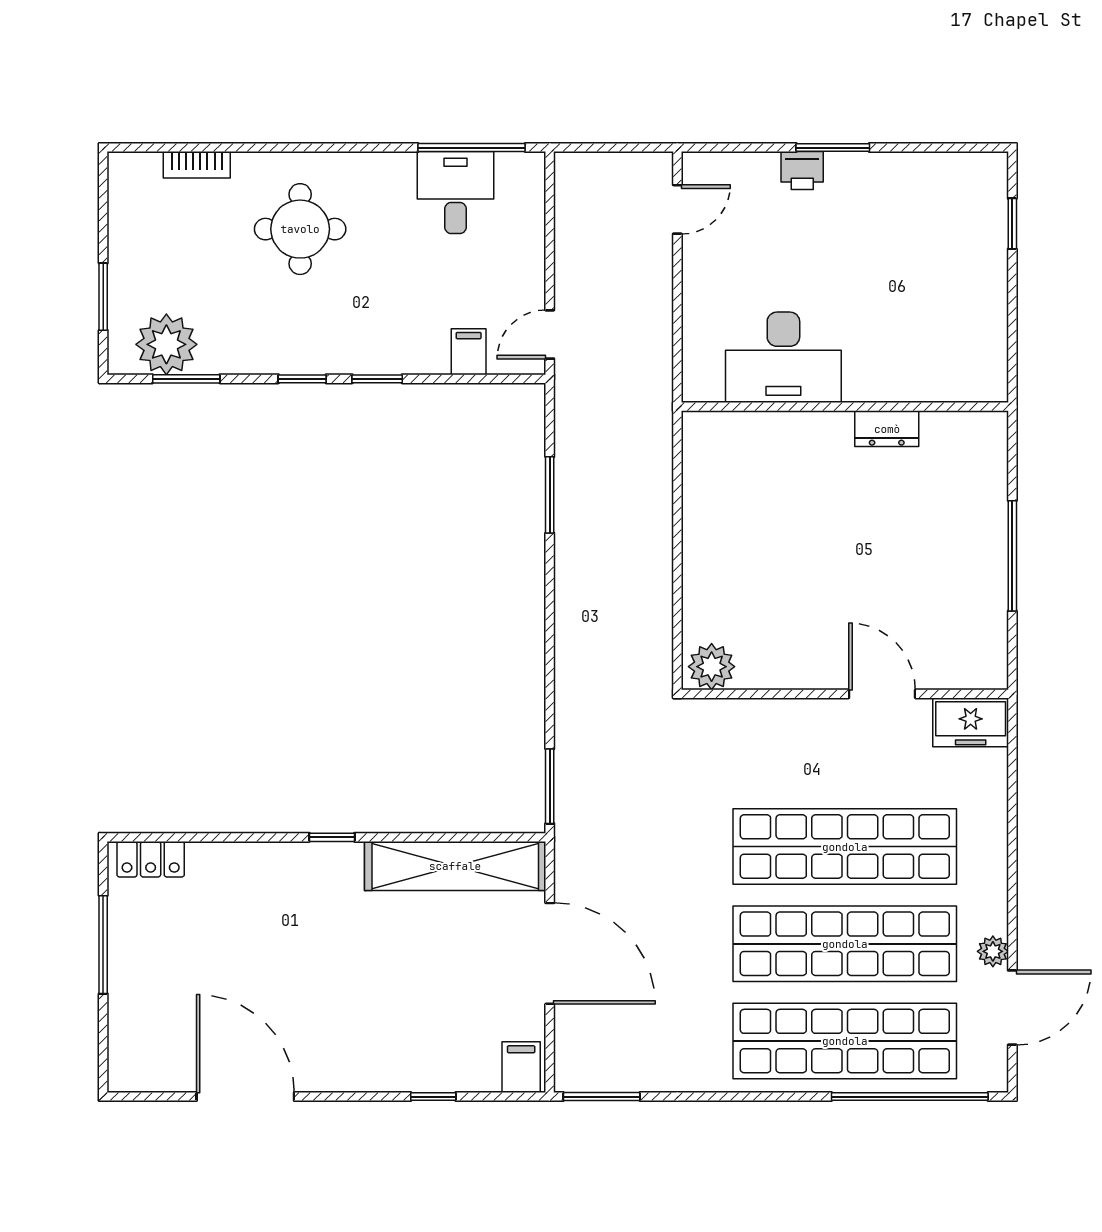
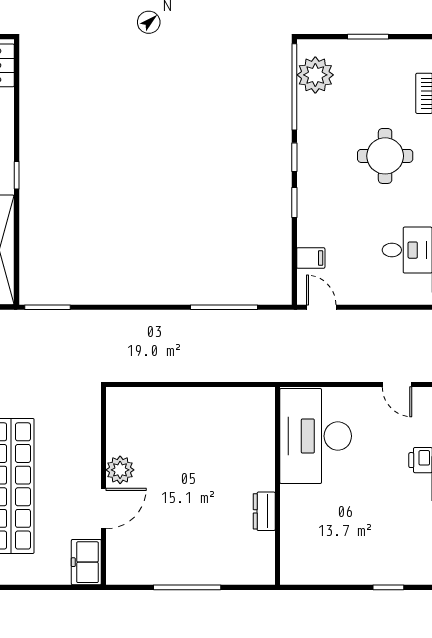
window: (103, 297) -> (368, 37), moved
desk: (783, 357) -> (316, 436), width x1.36, depth x1.30
window: (186, 379) -> (294, 87), width x2.11
window: (550, 495) -> (224, 307), width x1.44
plant: (712, 667) -> (120, 470), moved

